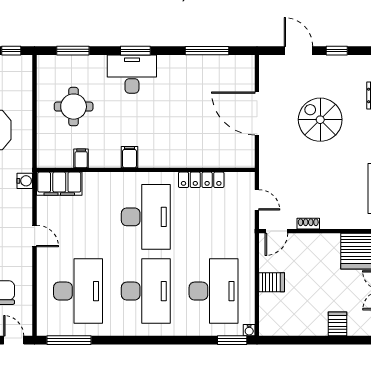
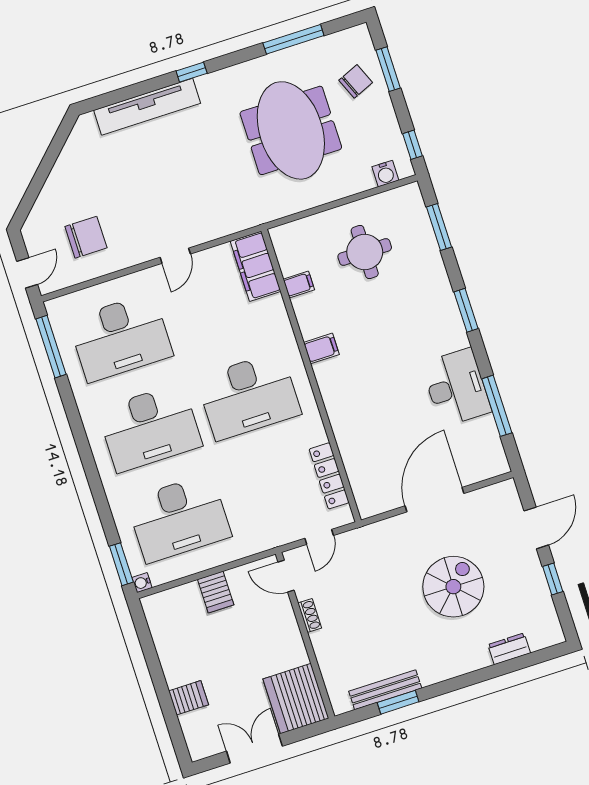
desk: (132, 74) -> (456, 387), moved
locker: (201, 180) -> (329, 476), moved
water cooler: (25, 181) -> (385, 174), moved

